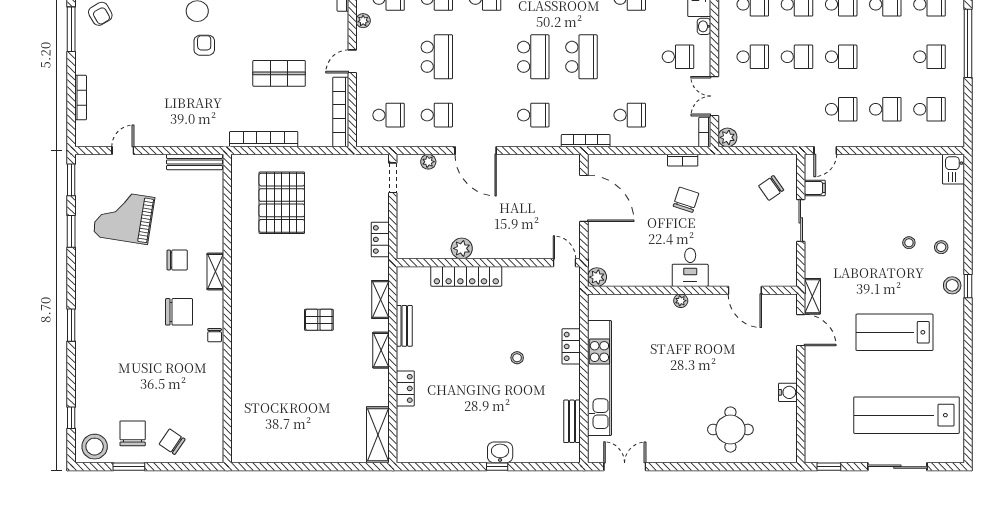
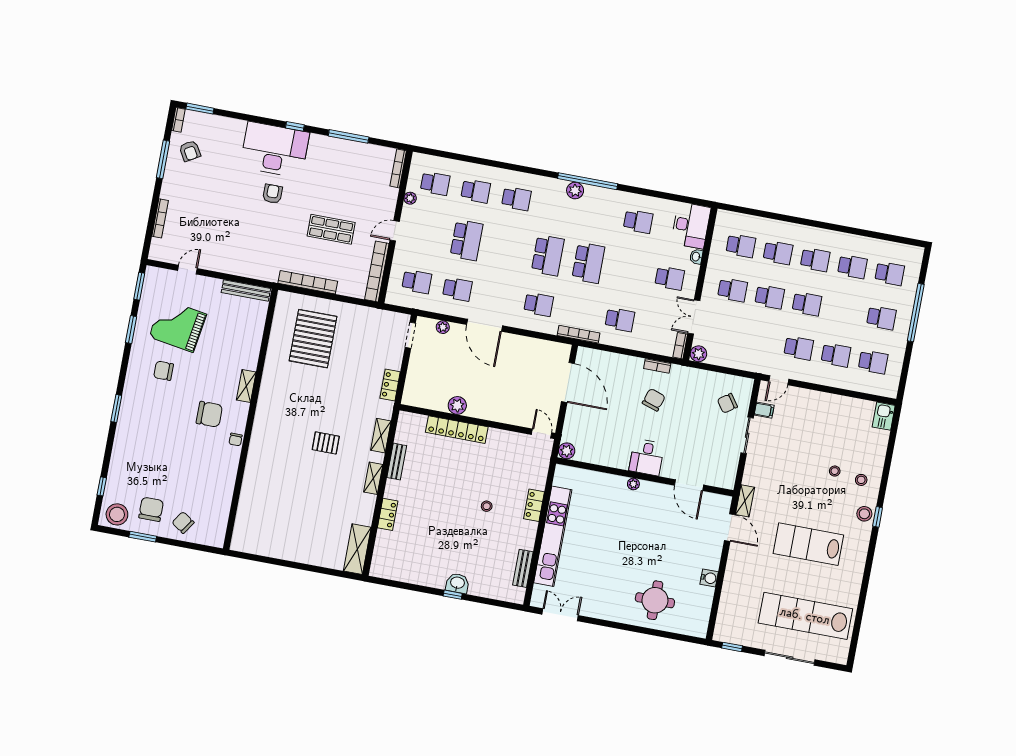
chair: (177, 260) -> (164, 371), moved, turned 180

